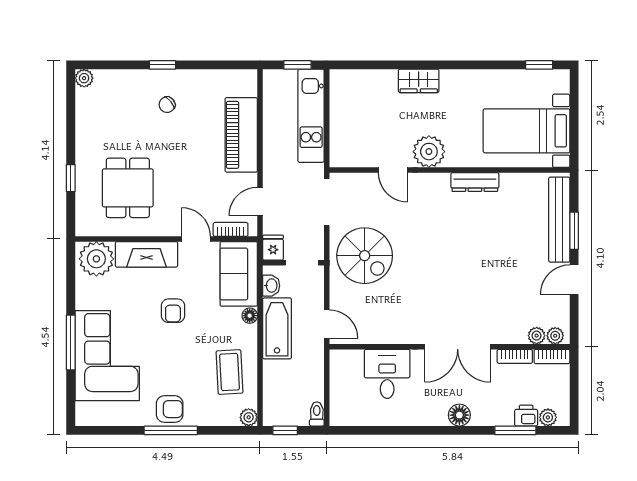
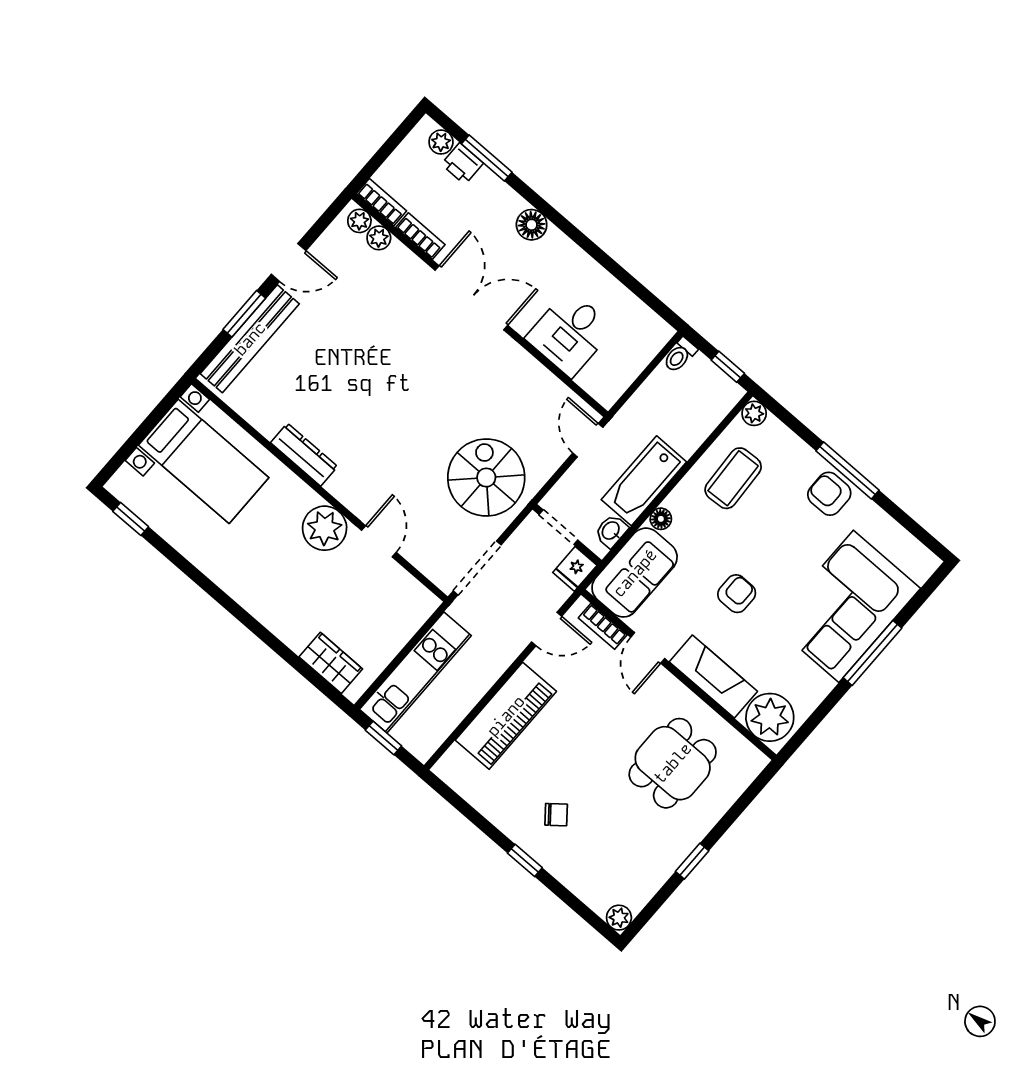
wardrobe: (419, 81) -> (331, 663), moved
window: (71, 178) -> (692, 861), moved

